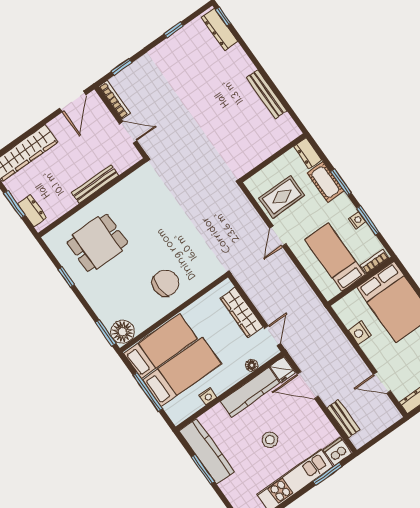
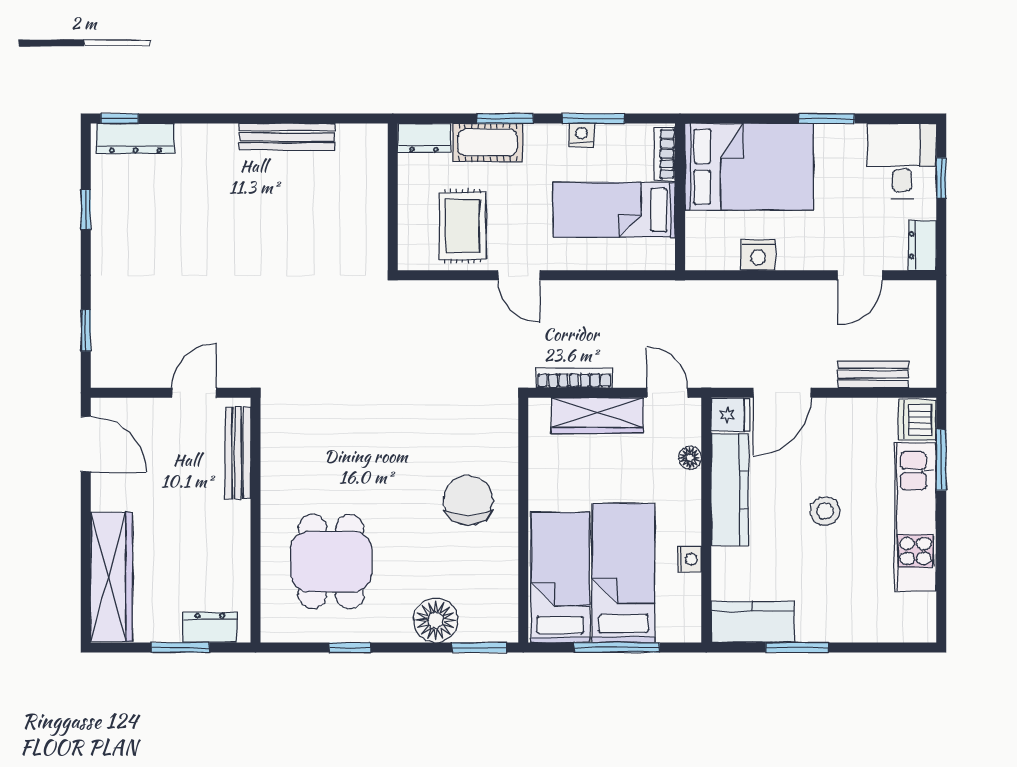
bookcase: (114, 100) -> (574, 378), moved
bench: (95, 184) -> (238, 453), moved
floor lamp: (123, 332) -> (436, 620), moved
kitchen counter: (207, 451) -> (753, 622), width x0.67

